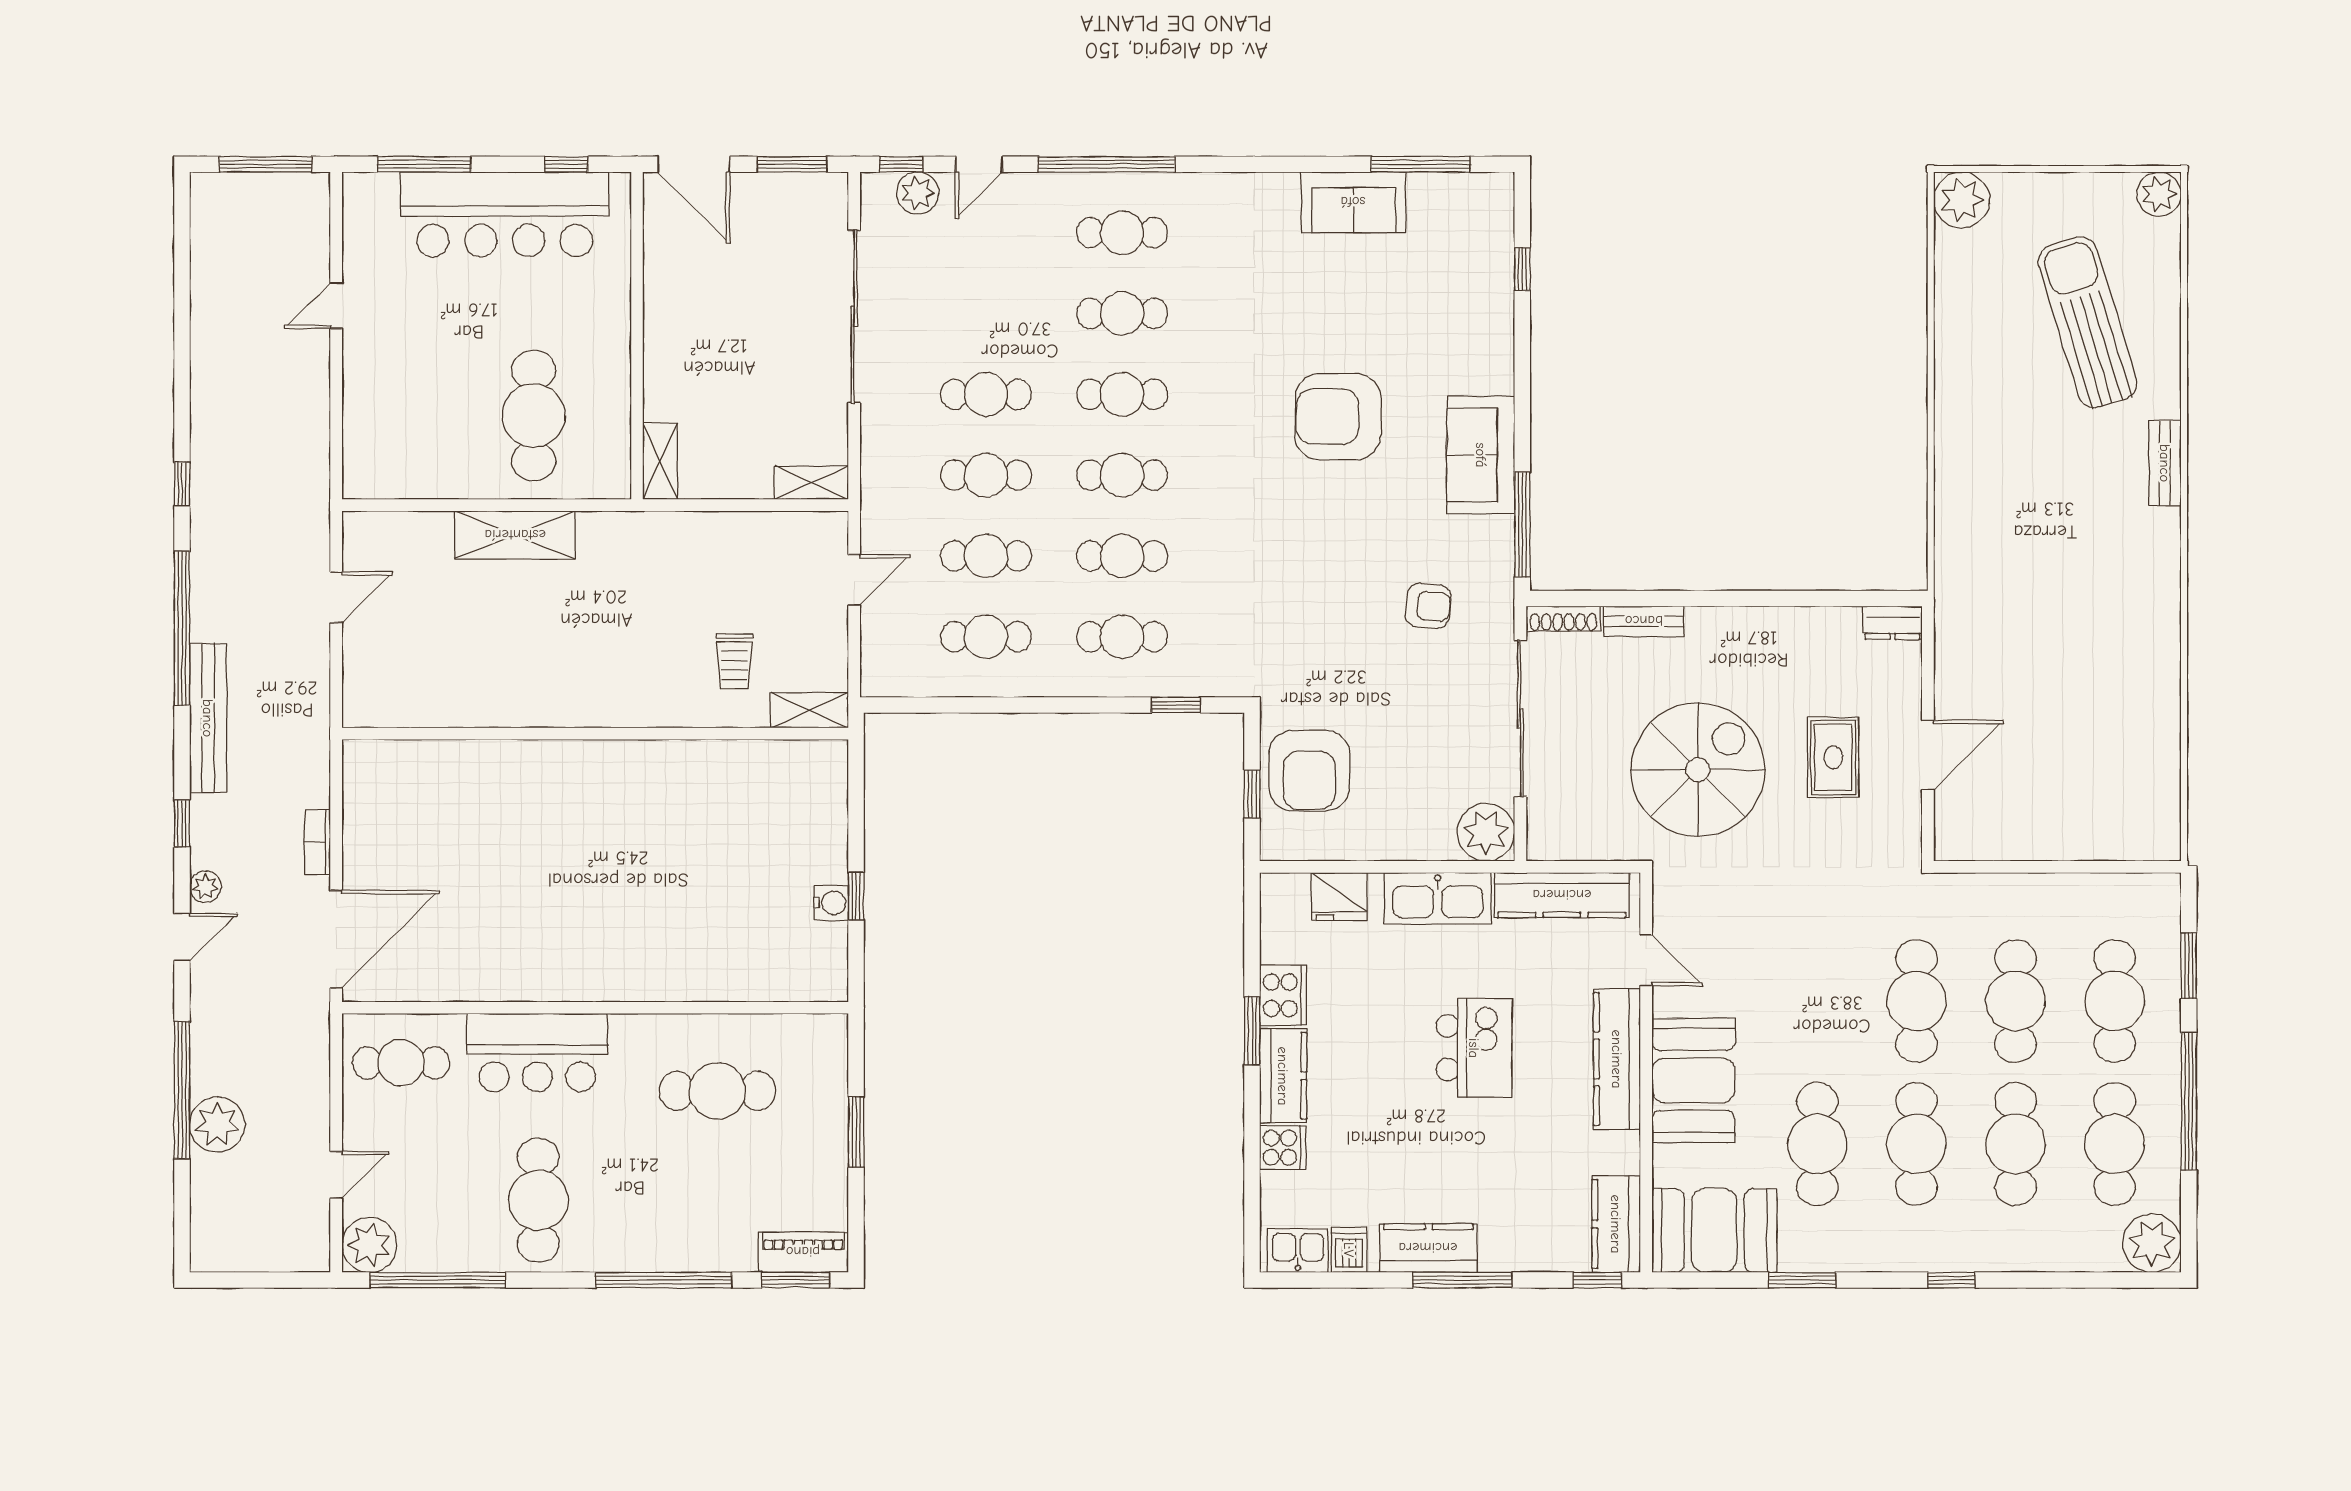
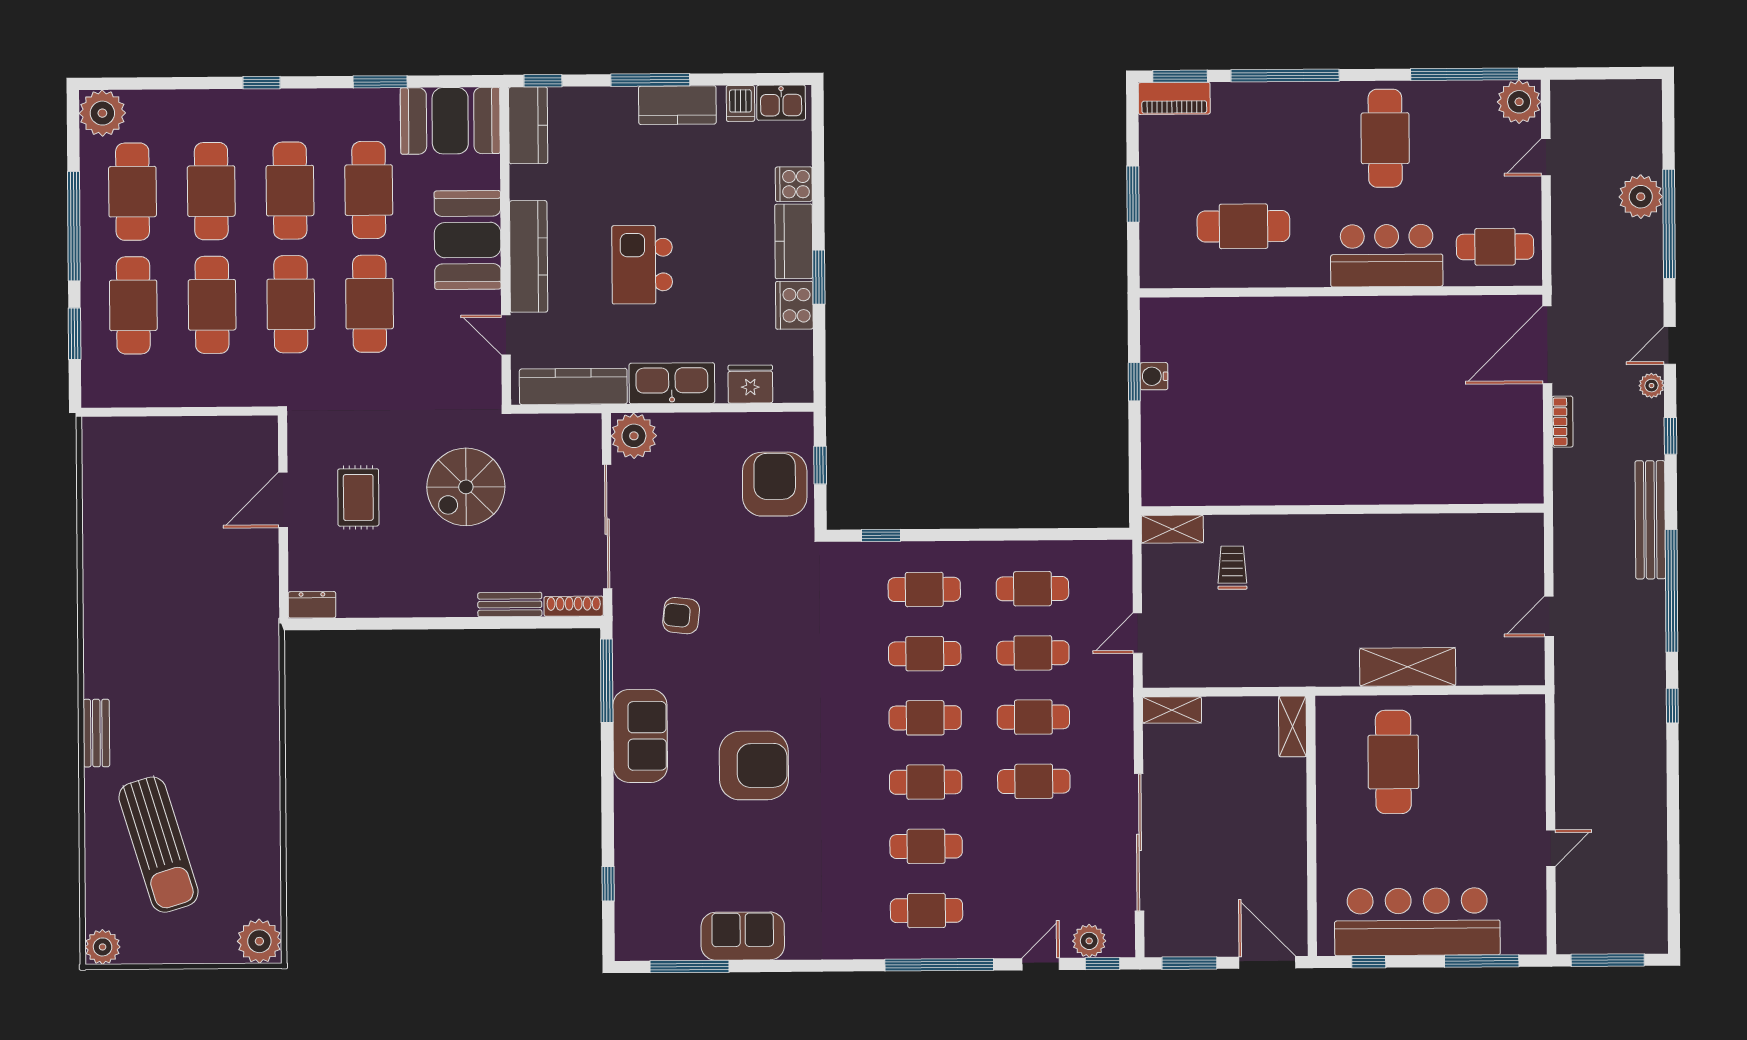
spiral stairs: (1698, 770) -> (466, 487), width x0.73, depth x0.73
cafe table: (1817, 1001) -> (370, 304), added

